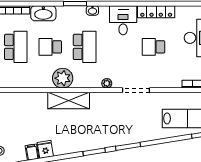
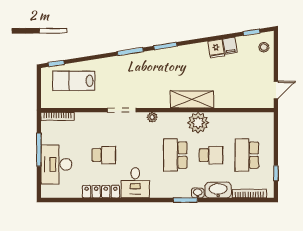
washbasin: (92, 10) -> (198, 193), moved

